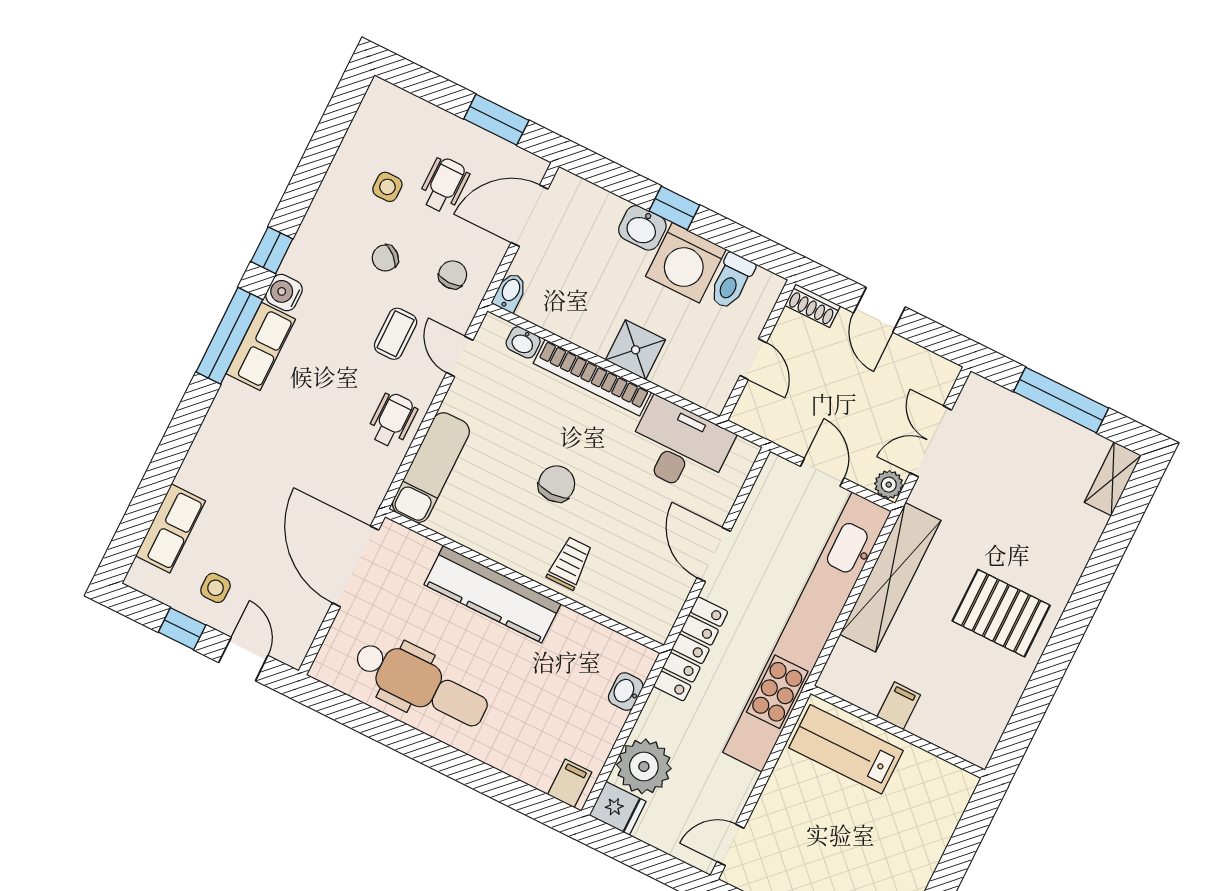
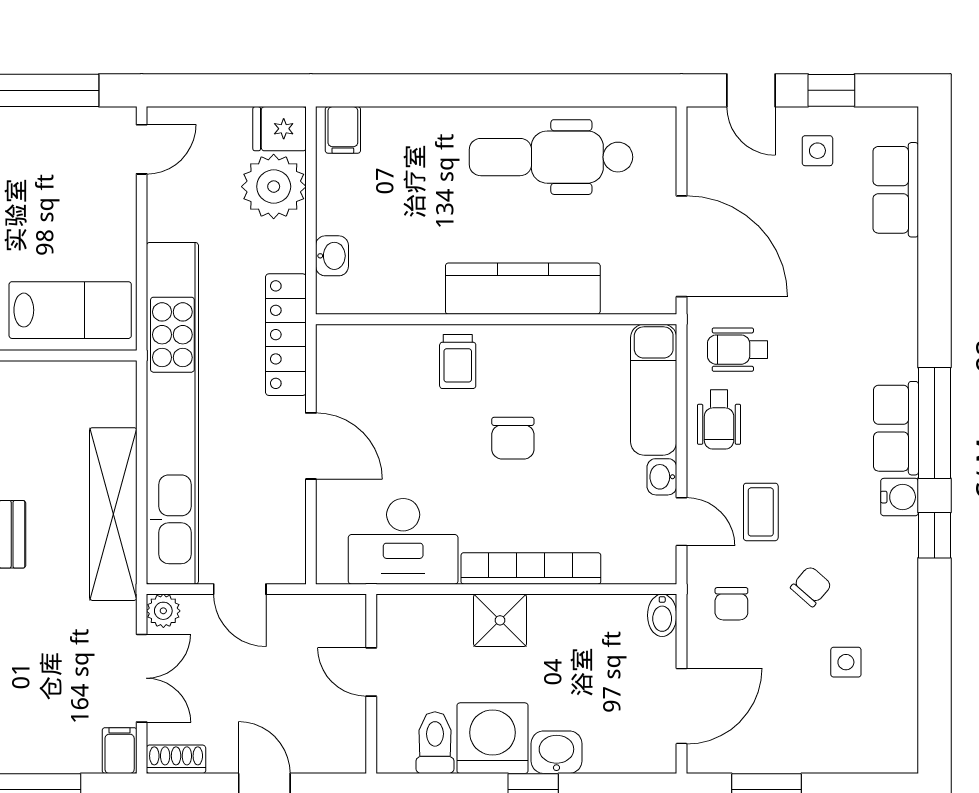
wheelchair: (444, 185) -> (738, 350), moved, turned 90
shoe rack: (813, 306) -> (176, 759), moved
washbasin: (523, 342) -> (662, 477), moved, turned -90
filing cabinet: (899, 706) -> (120, 751), moved, turned 180

